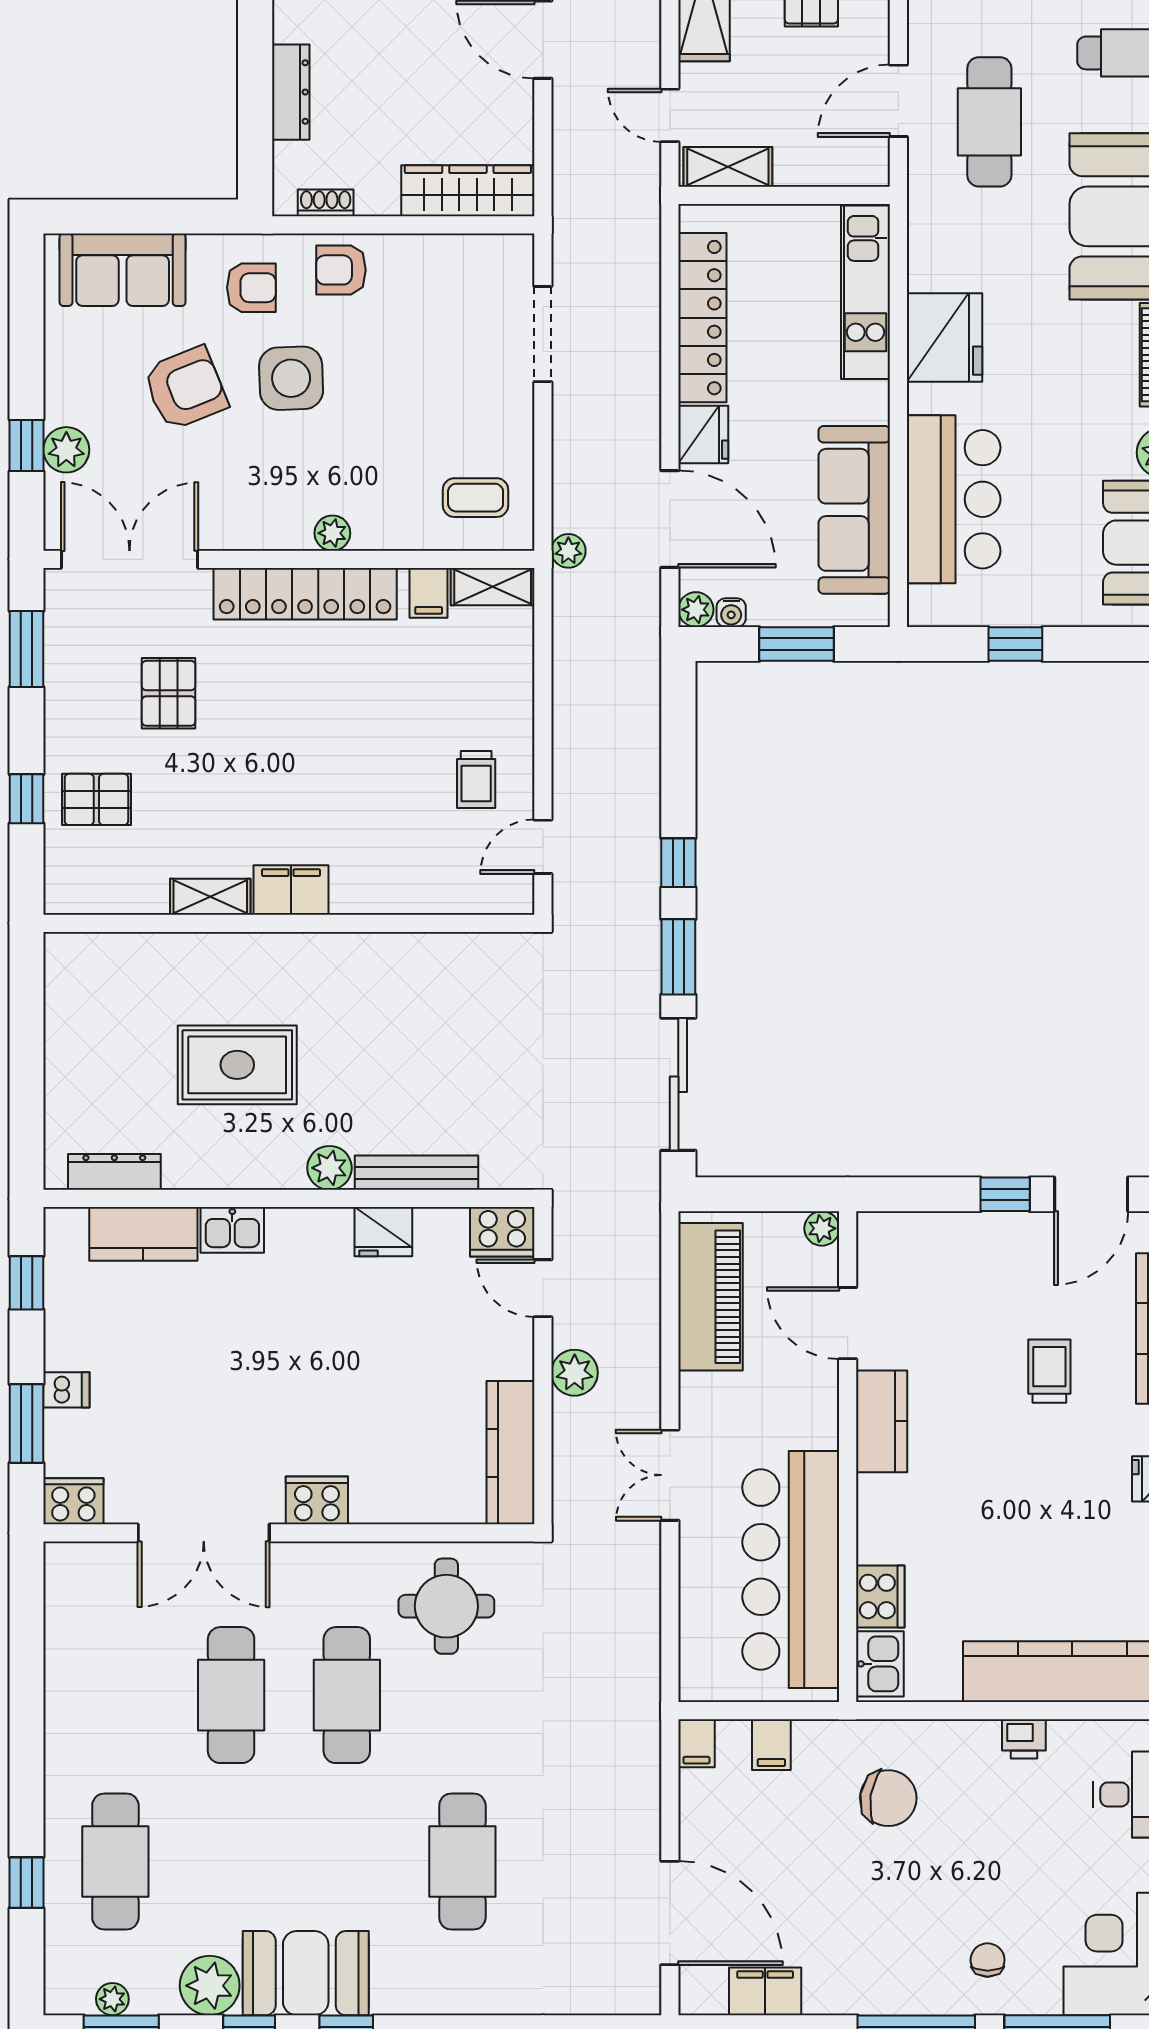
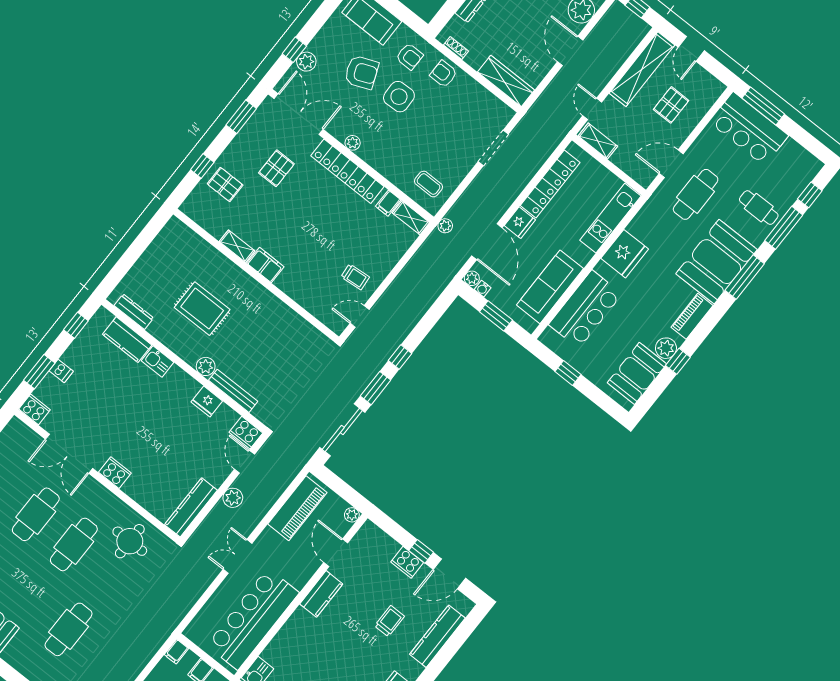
plant: (332, 533) -> (353, 143), moved
trolley: (476, 780) -> (355, 277), turned -95
cooker: (880, 1596) -> (407, 562), moved, turned 90

